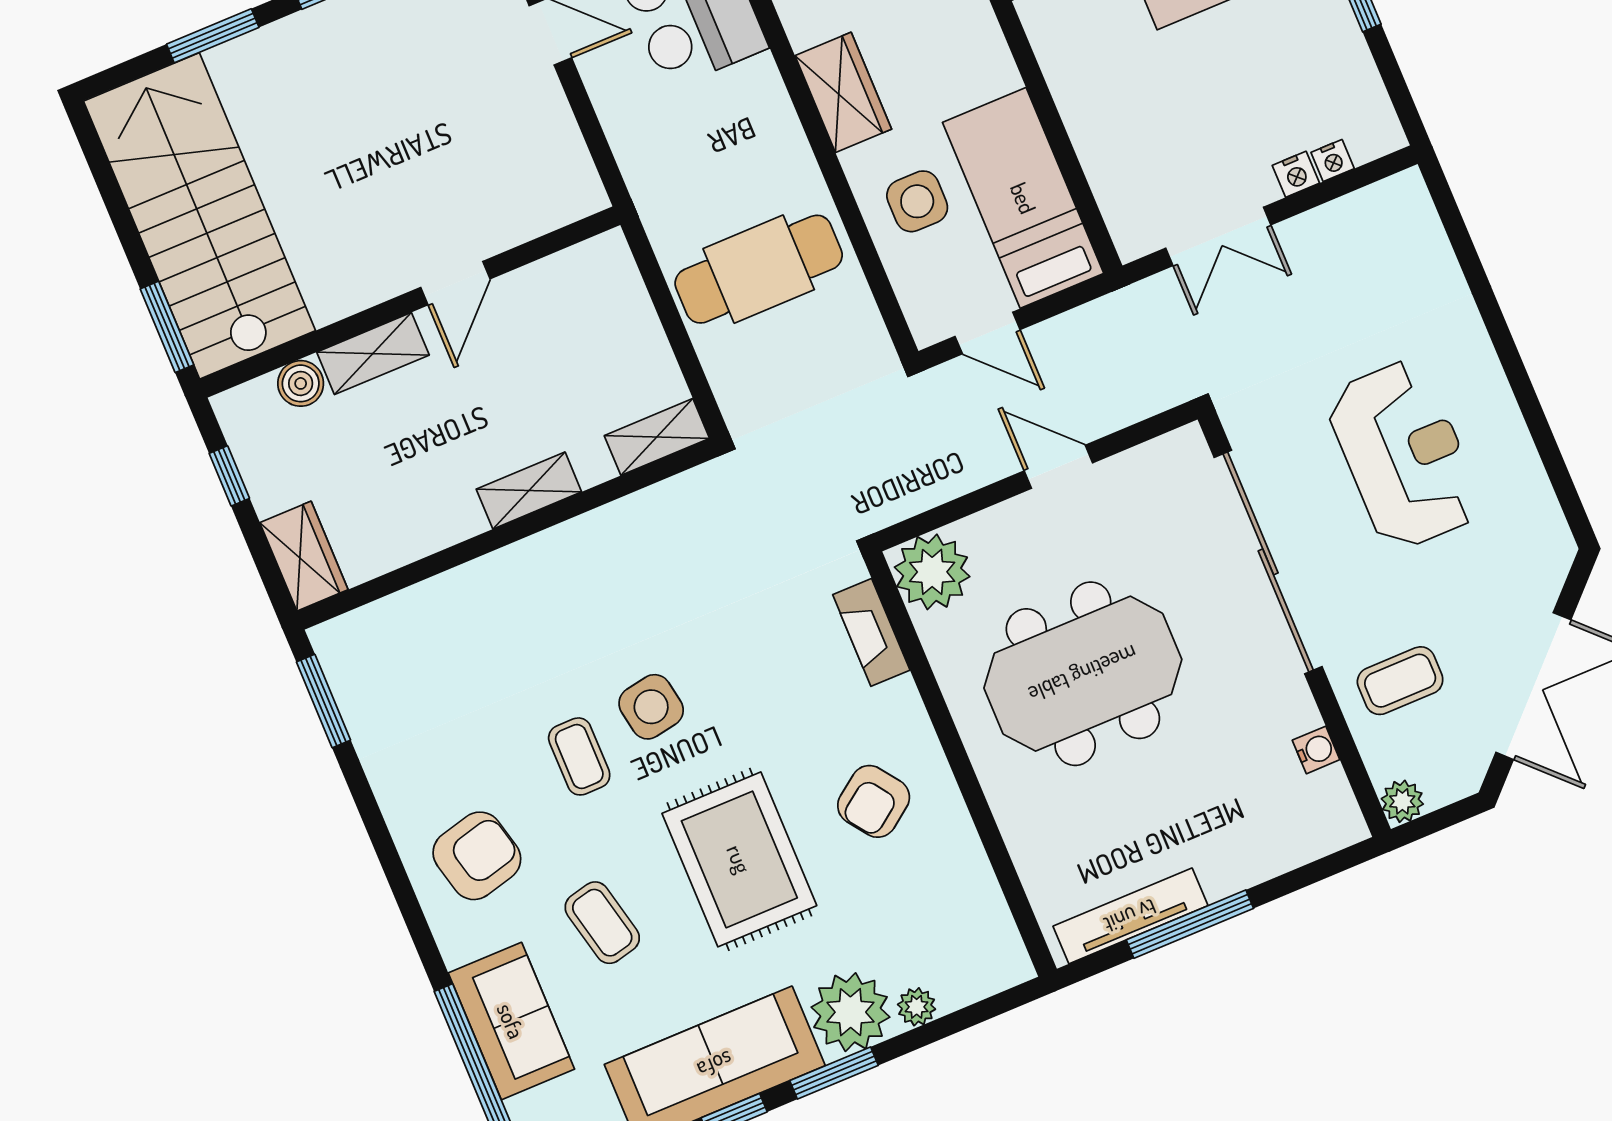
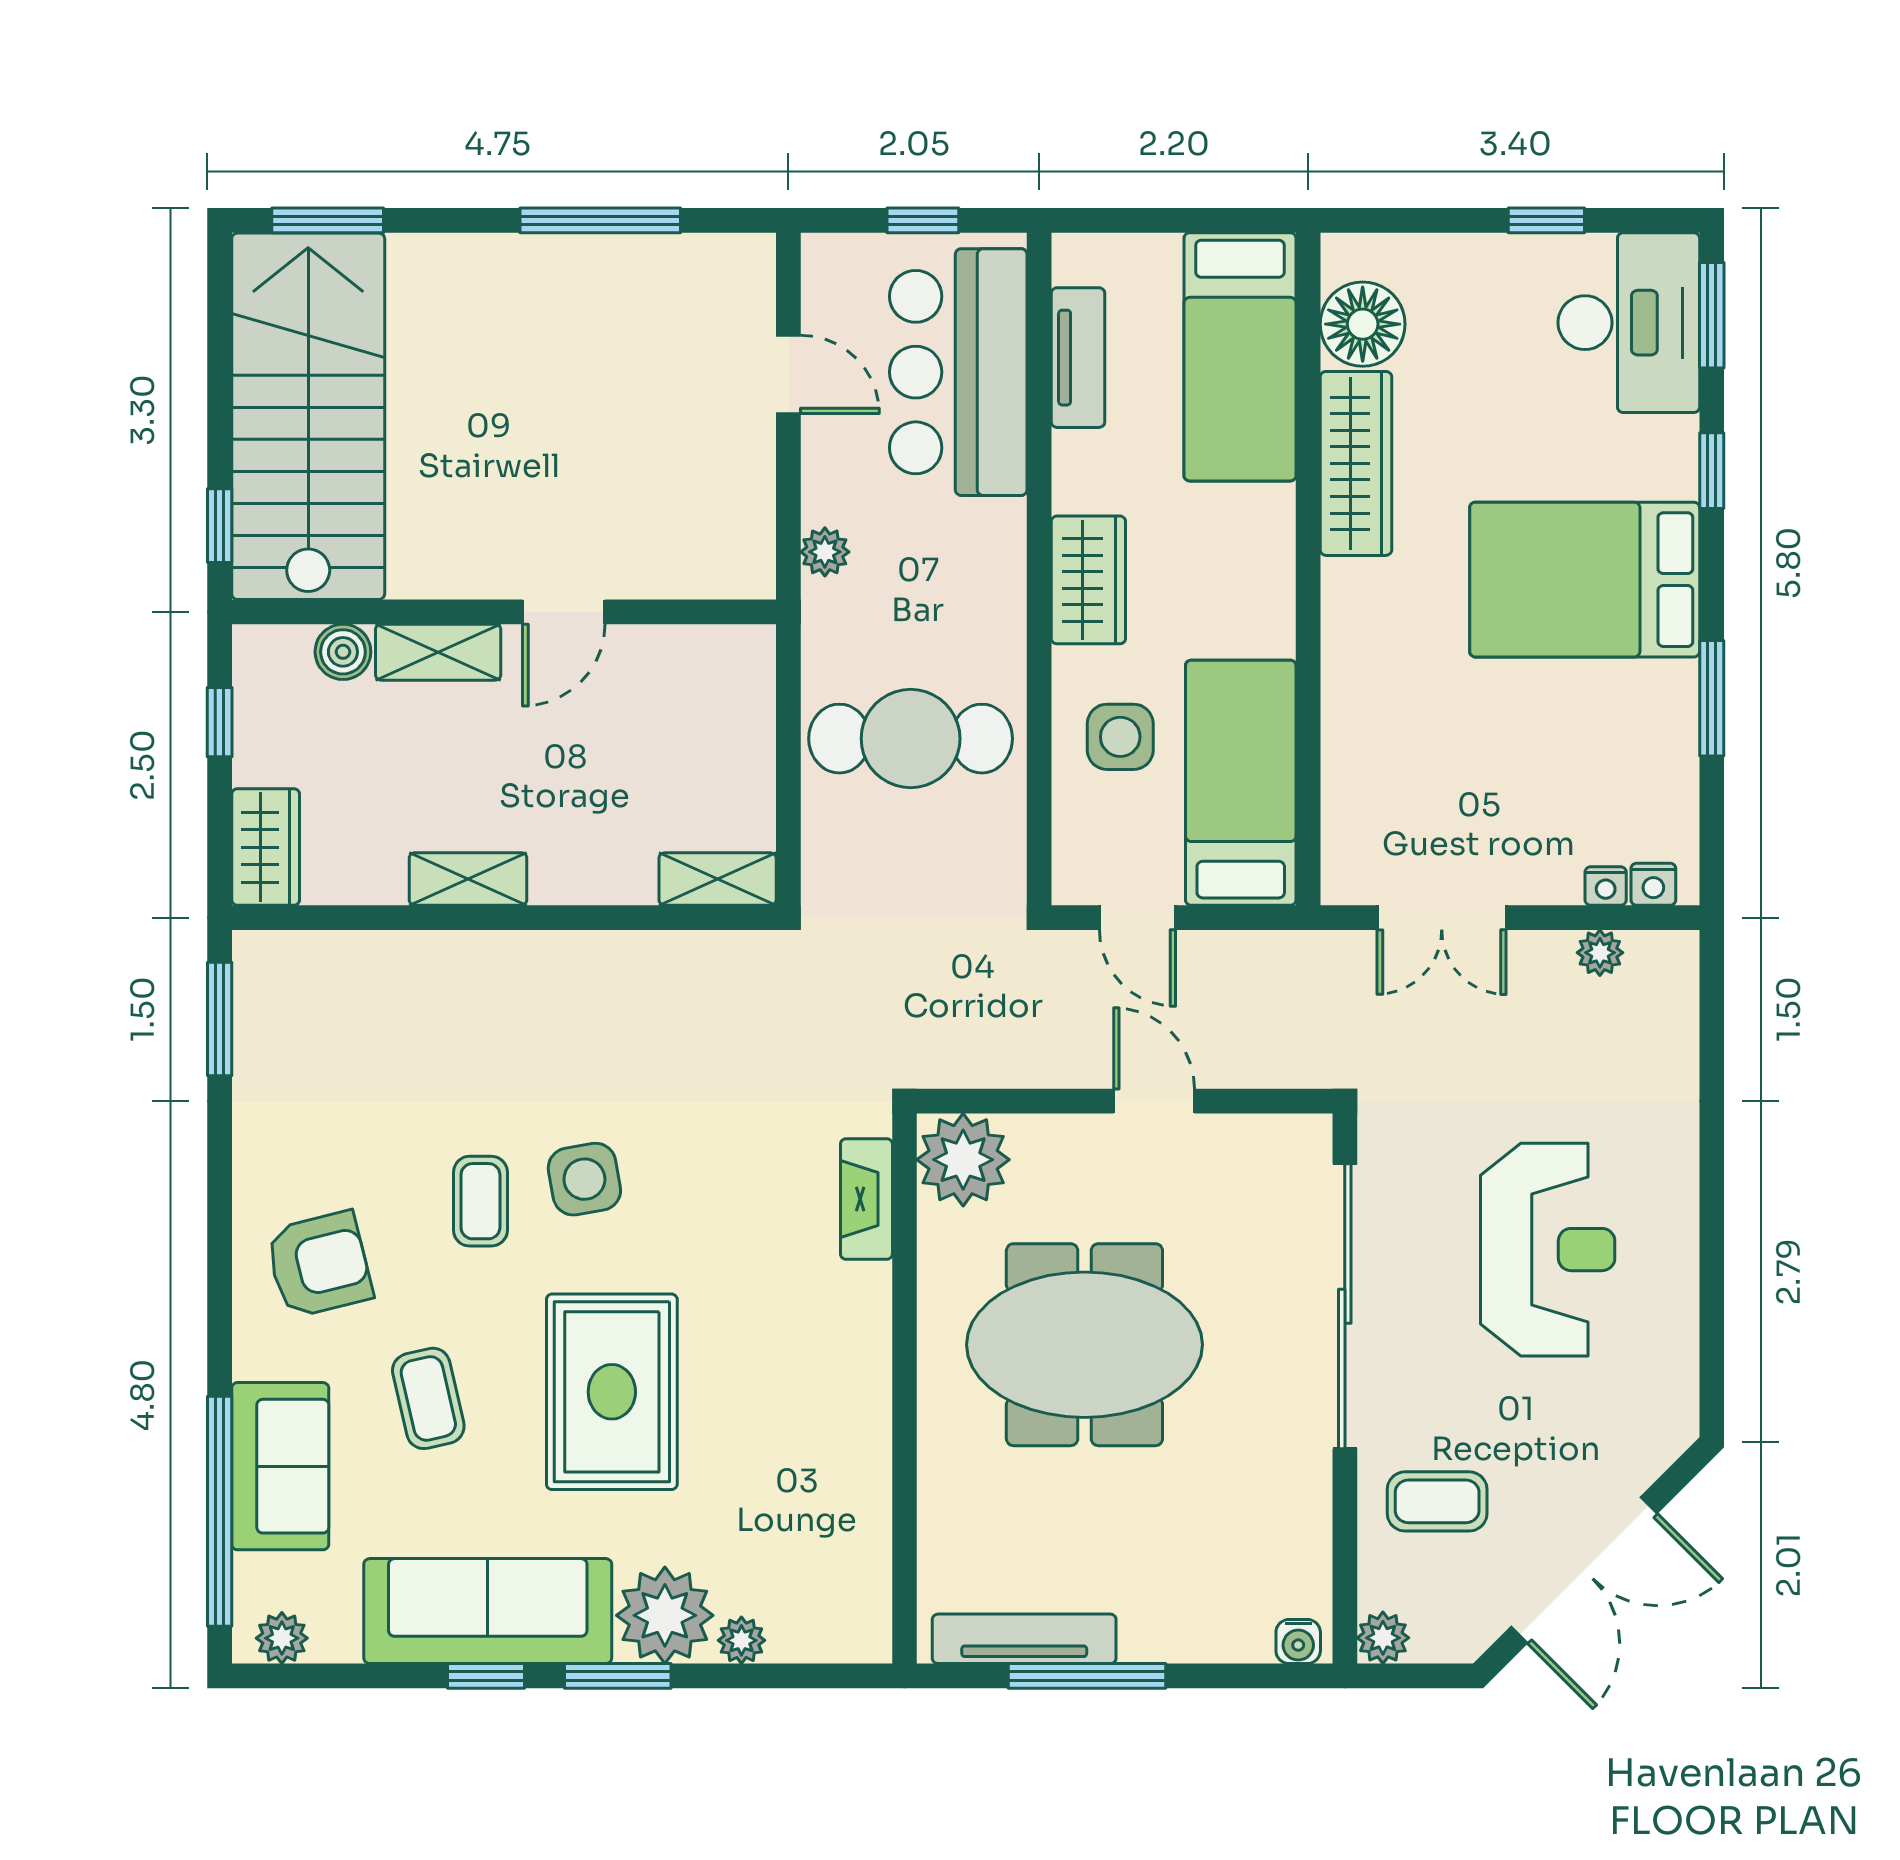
window: (213, 36) -> (328, 220), moved
plant: (634, 155) -> (825, 552), added
nightstand: (1296, 174) -> (1653, 884), moved
plant: (1349, 213) -> (1600, 953), added
window: (167, 327) -> (220, 526), width x0.67
shelving: (529, 490) -> (468, 879), moved
water cooler: (1316, 750) -> (1298, 1642), moved, turned 90
armchair: (874, 801) -> (790, 1390), removed

